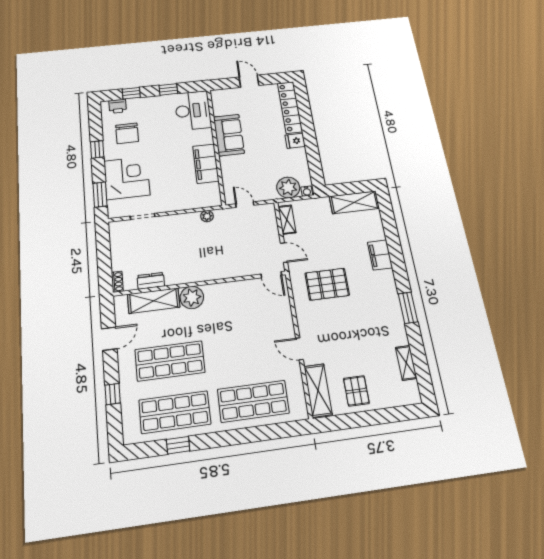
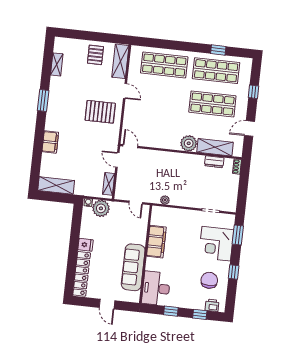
sofa: (229, 135) -> (133, 267), width x1.36
pallet: (327, 284) -> (100, 112), moved

